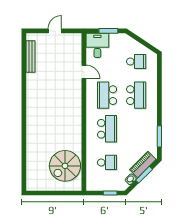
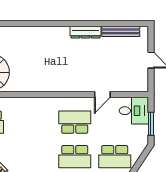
school desk: (136, 61) -> (115, 157), width x1.85
dresser: (31, 86) -> (86, 32), added
school desk: (107, 129) -> (35, 122), removed

